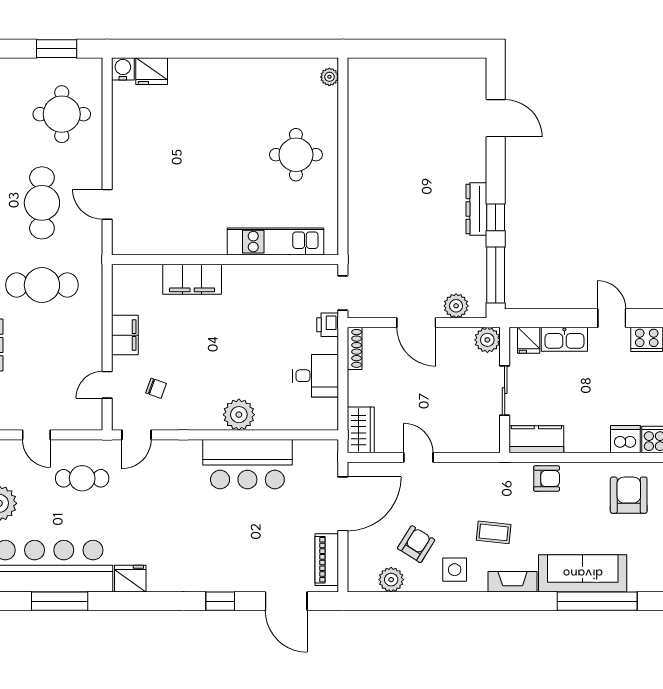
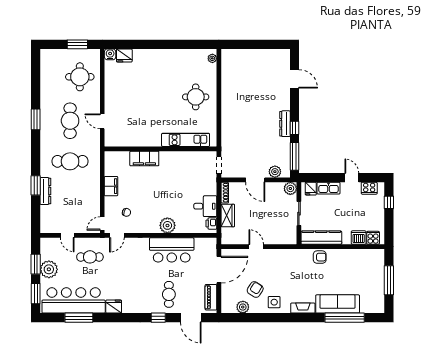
printer: (328, 325) -> (211, 223), moved
door: (107, 385) -> (102, 224), moved
wardrobe: (361, 430) -> (228, 215), moved
kitchen counter: (536, 439) -> (321, 238), width x1.50
armchair: (629, 495) -> (360, 265), removed
coffee table: (494, 532) -> (293, 284), removed
cafe table: (242, 554) -> (169, 294), added

